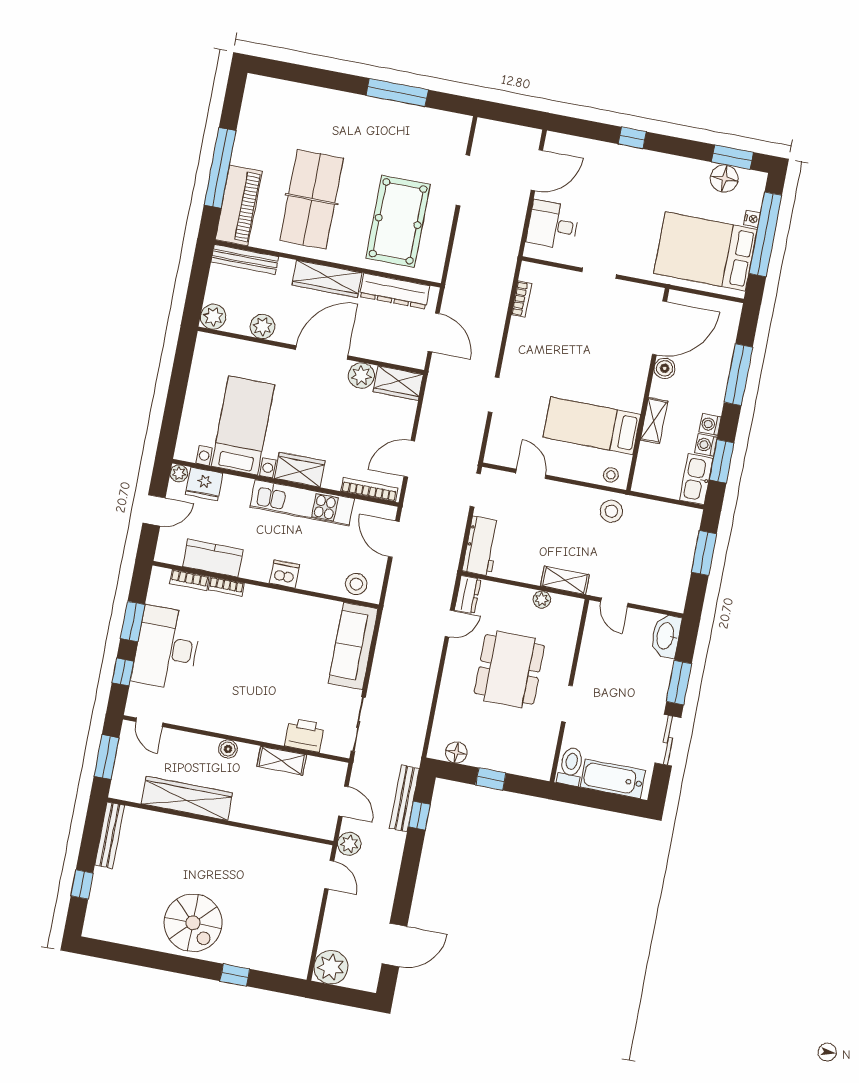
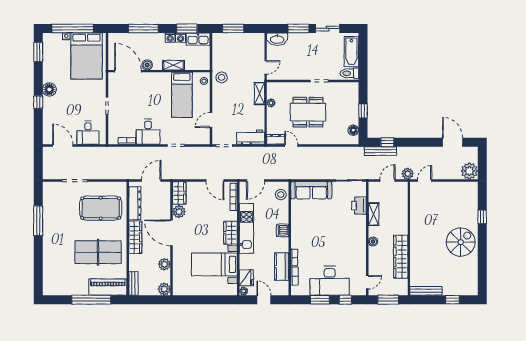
floor lamp: (724, 179) -> (49, 90), moved
bench: (245, 259) -> (133, 283), width x0.73
desk: (532, 345) -> (148, 132), added

